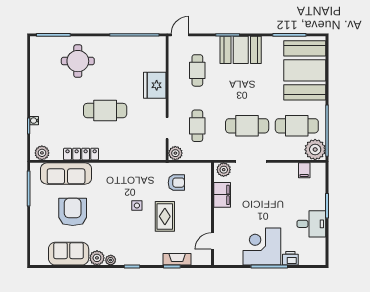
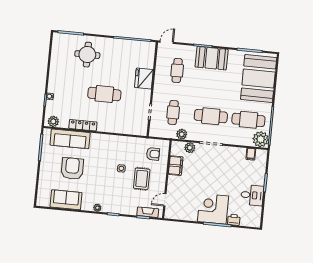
plant: (175, 153) -> (182, 134), moved
filing cabinet: (222, 195) -> (176, 166), moved
wall: (212, 214) -> (167, 179), moved
door: (212, 241) -> (165, 200), moved
plant: (97, 258) -> (87, 205), removed

